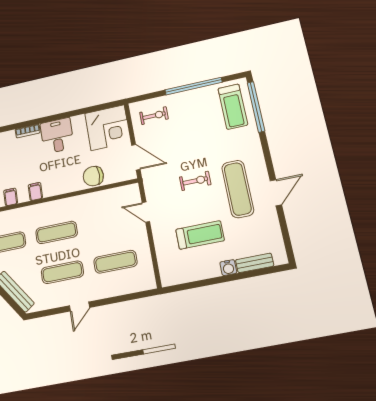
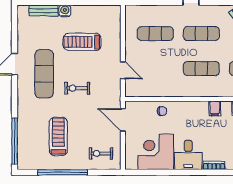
treadmill: (233, 107) -> (58, 136), moved
corner desk: (108, 128) -> (156, 152), moved
chair: (93, 176) -> (162, 111), width x0.54, depth x0.54

